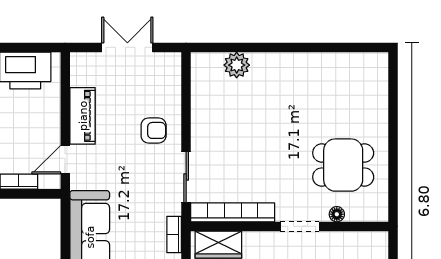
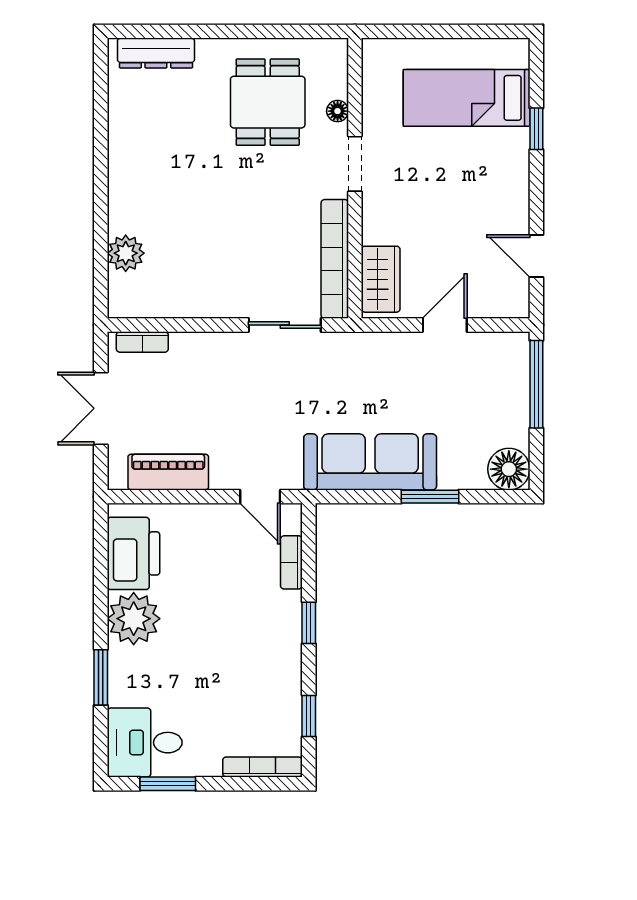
dresser: (378, 86) -> (156, 53), added
piano: (83, 116) -> (168, 472), moved
armchair: (154, 130) -> (219, 371), removed
bookcase: (174, 235) -> (142, 342), moved

